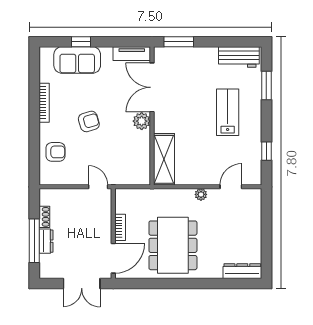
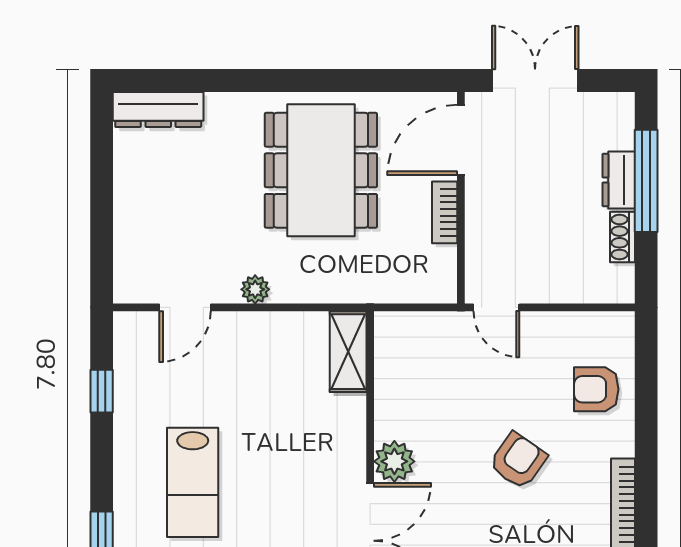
armchair: (89, 121) -> (518, 461), turned 142
shelving: (164, 159) -> (348, 352), width x0.67, depth x0.75

